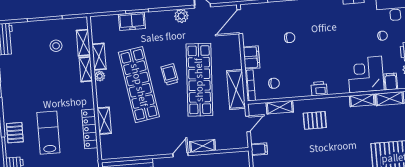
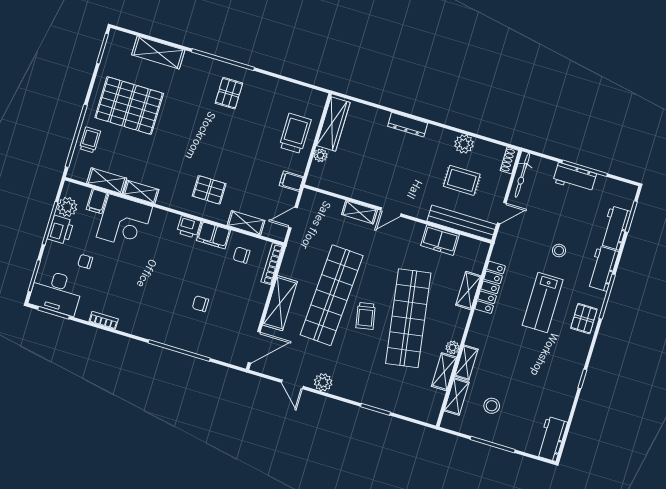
freezer: (132, 21) -> (440, 240), moved, turned 180
filing cabinet: (251, 57) -> (213, 235), moved, turned -90
shelving: (236, 90) -> (280, 303), moved

